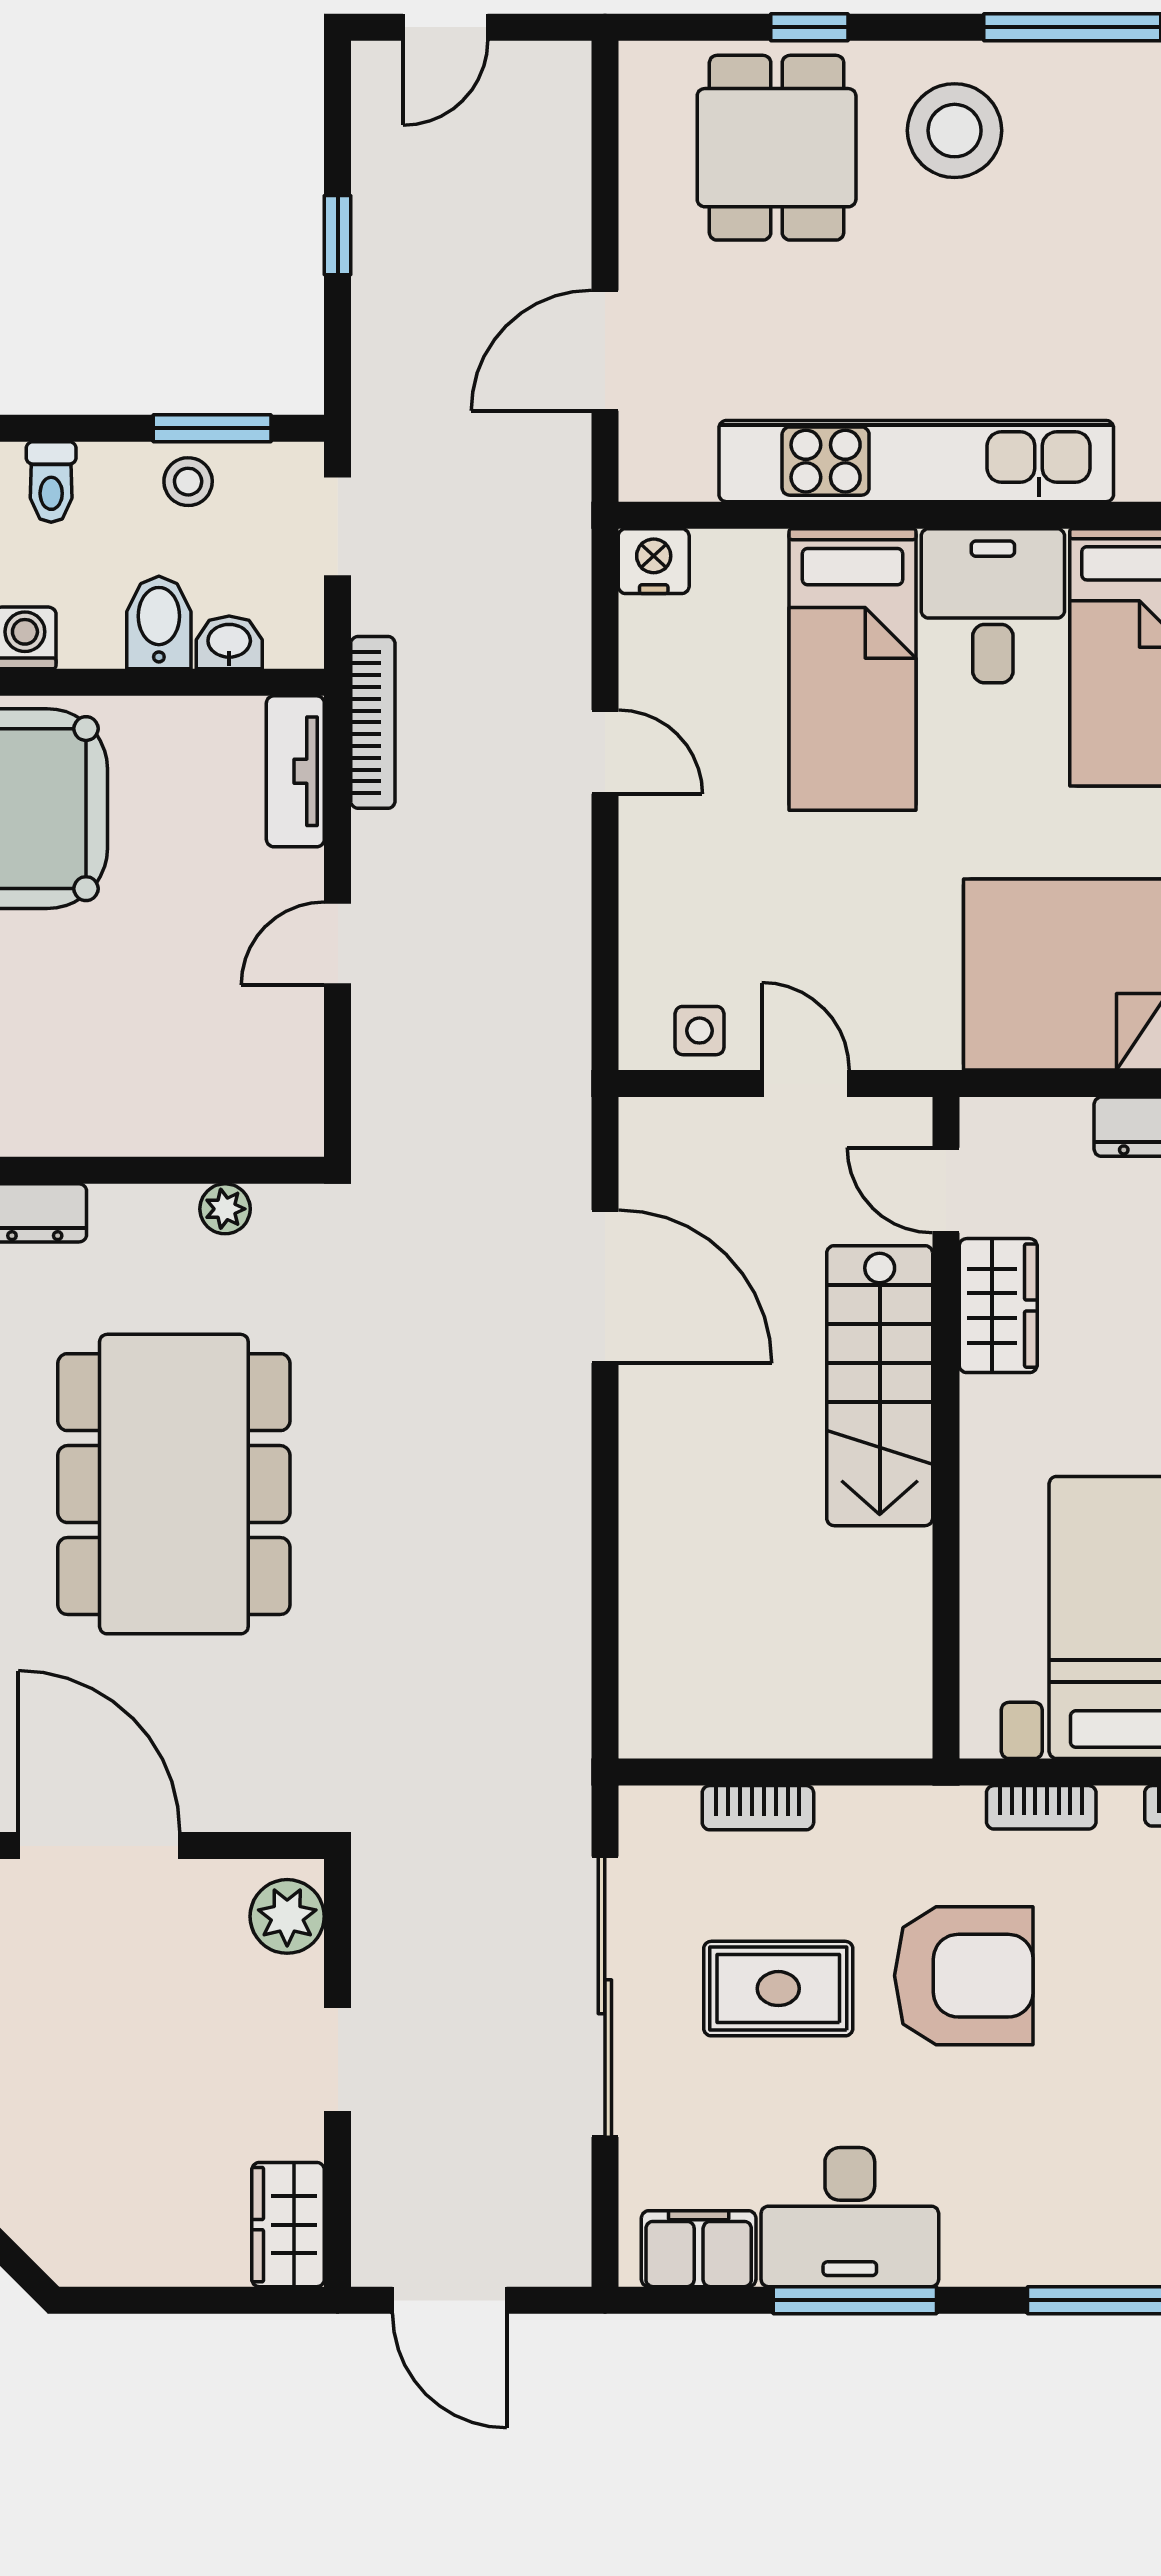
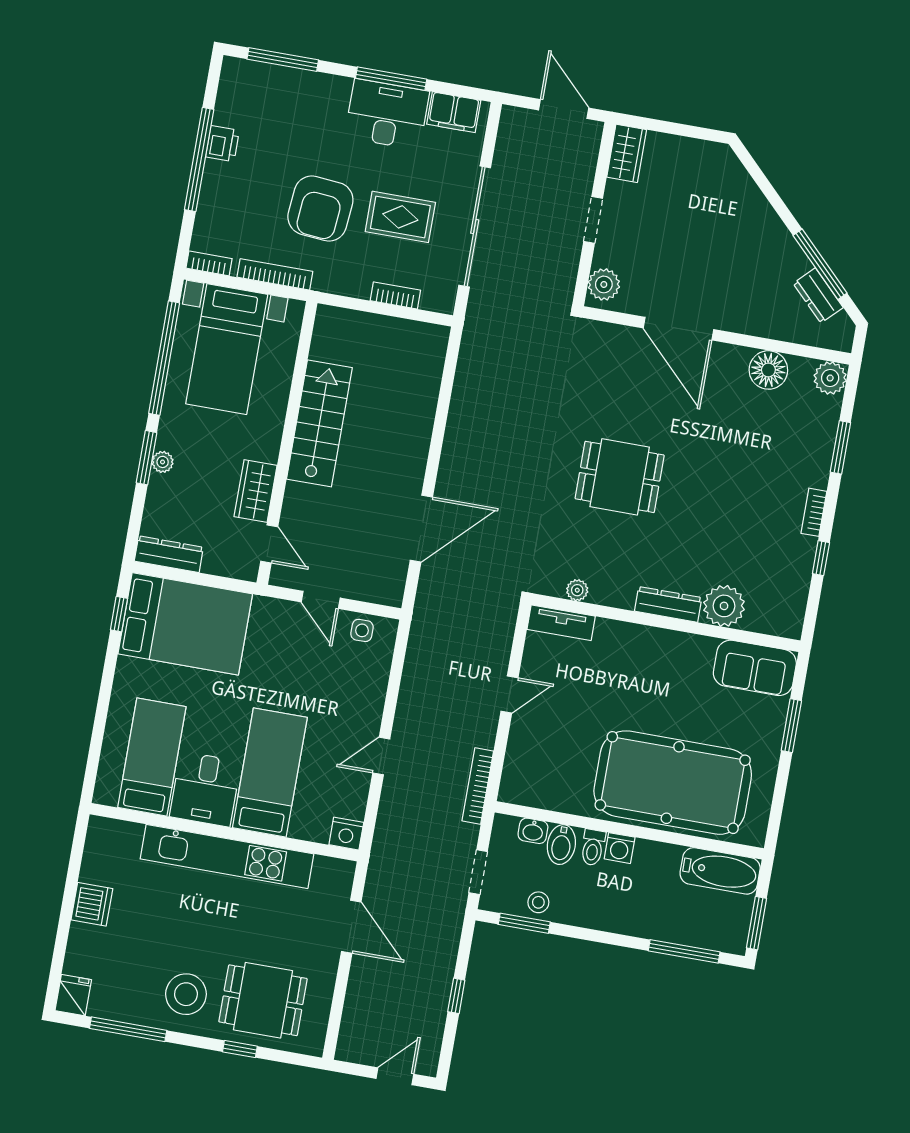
dining table: (777, 148) -> (263, 1000), turned 90
door: (605, 351) -> (351, 927), hinge flipped
toilet: (51, 482) -> (593, 847), moved, turned 180
door: (605, 752) -> (381, 756), hinge flipped
tv unit: (295, 771) -> (561, 623), moved, turned 90
door: (605, 1287) -> (421, 529), swing flipped
stairs: (880, 1386) -> (319, 423), moved
dining table: (174, 1484) -> (620, 477), width x0.53, depth x0.80
bookcase: (1041, 1807) -> (275, 274), width x1.56
armchair: (964, 1976) -> (320, 209), turned -85

